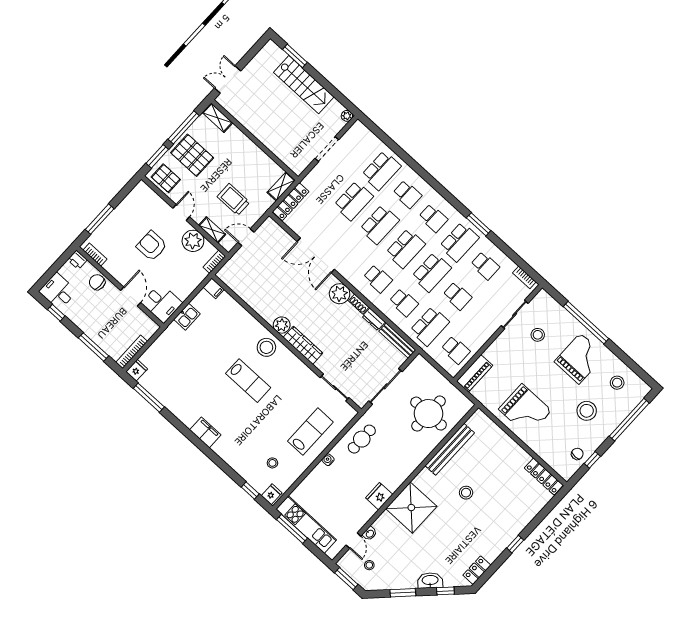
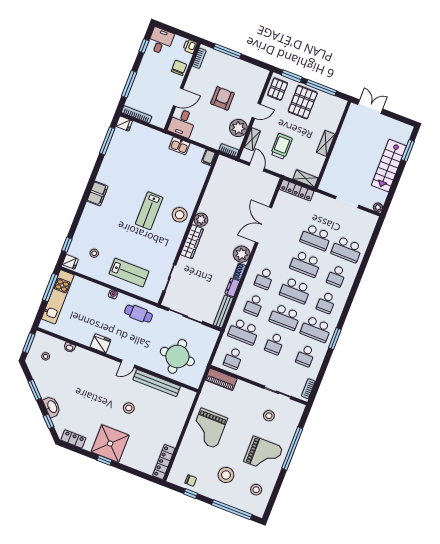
shelving: (217, 118) -> (326, 143), moved
shower: (411, 508) -> (110, 444), moved
door: (353, 541) -> (128, 364), moved

